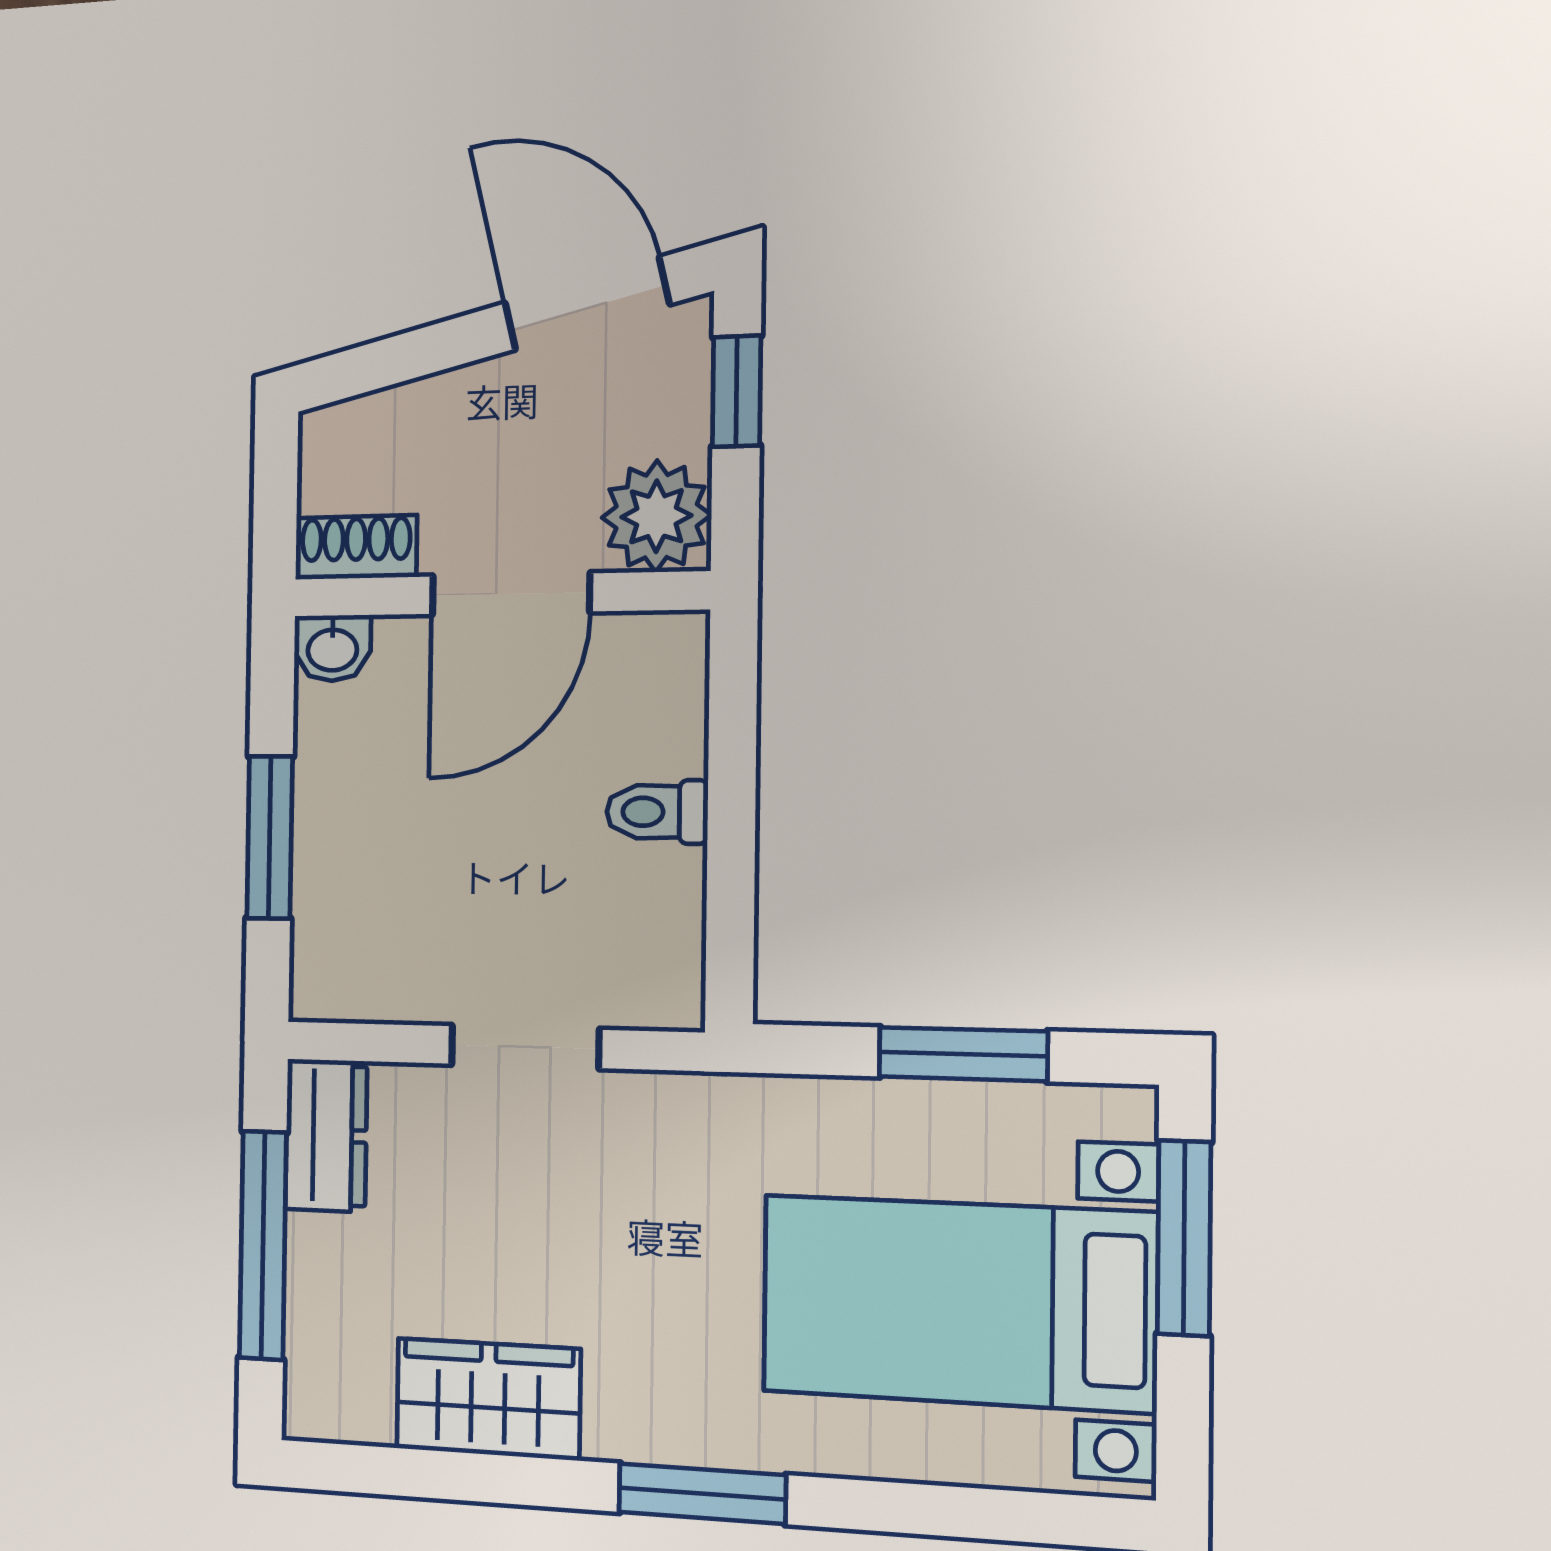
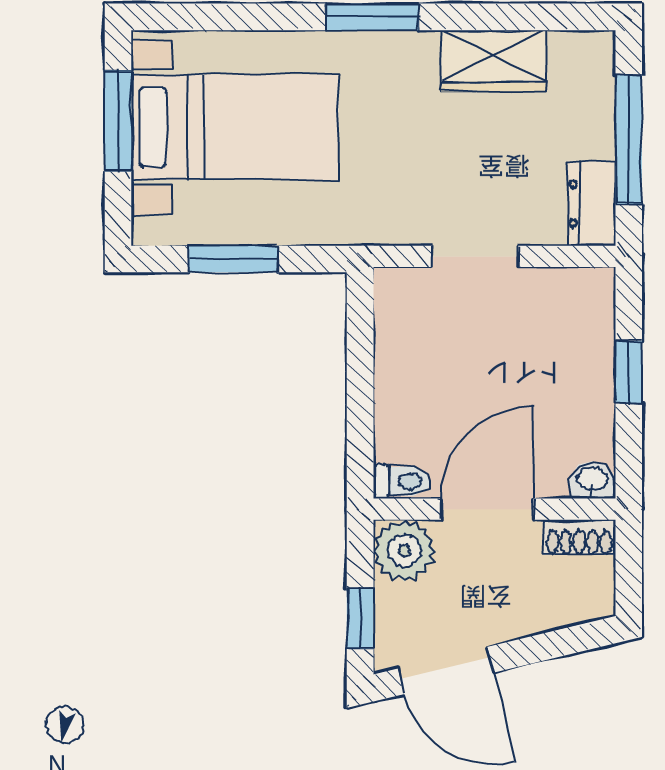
toilet: (657, 812) -> (402, 481), moved
window: (270, 837) -> (629, 372), width x0.67
window: (1184, 1238) -> (118, 121), moved

